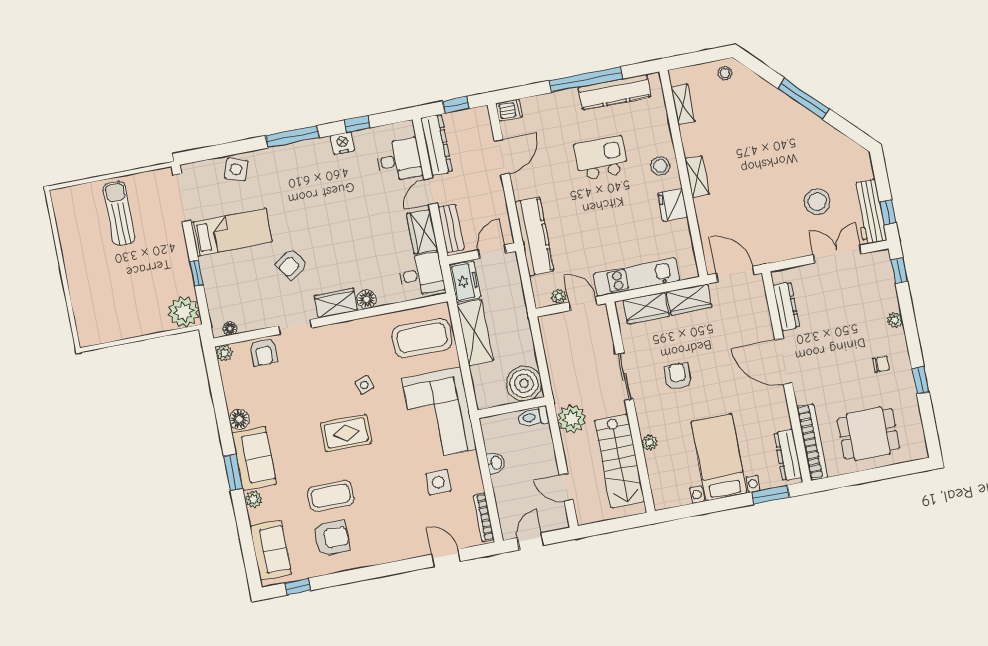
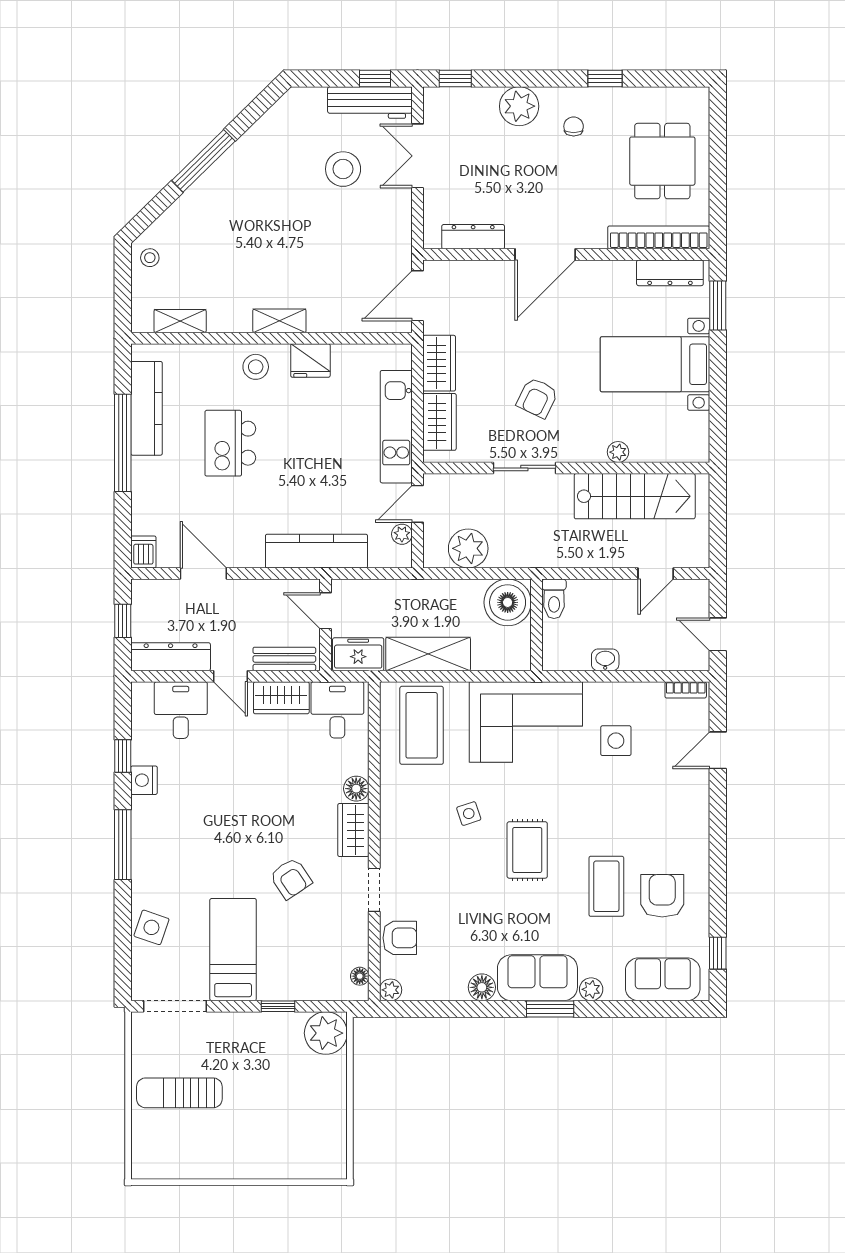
plant: (895, 320) -> (519, 106), width x1.88, depth x1.88
armchair: (678, 376) -> (537, 398), turned -64
plant: (572, 419) -> (468, 548), moved
bookcase: (484, 517) -> (686, 690), width x0.64

